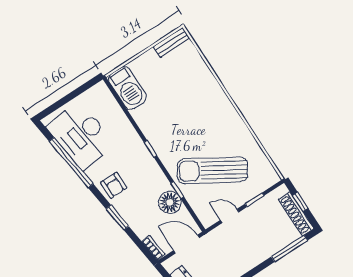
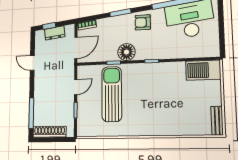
sun lounger: (212, 170) -> (112, 94), turned -31
floor lamp: (170, 202) -> (126, 52), moved
window: (300, 202) -> (55, 140), removed

